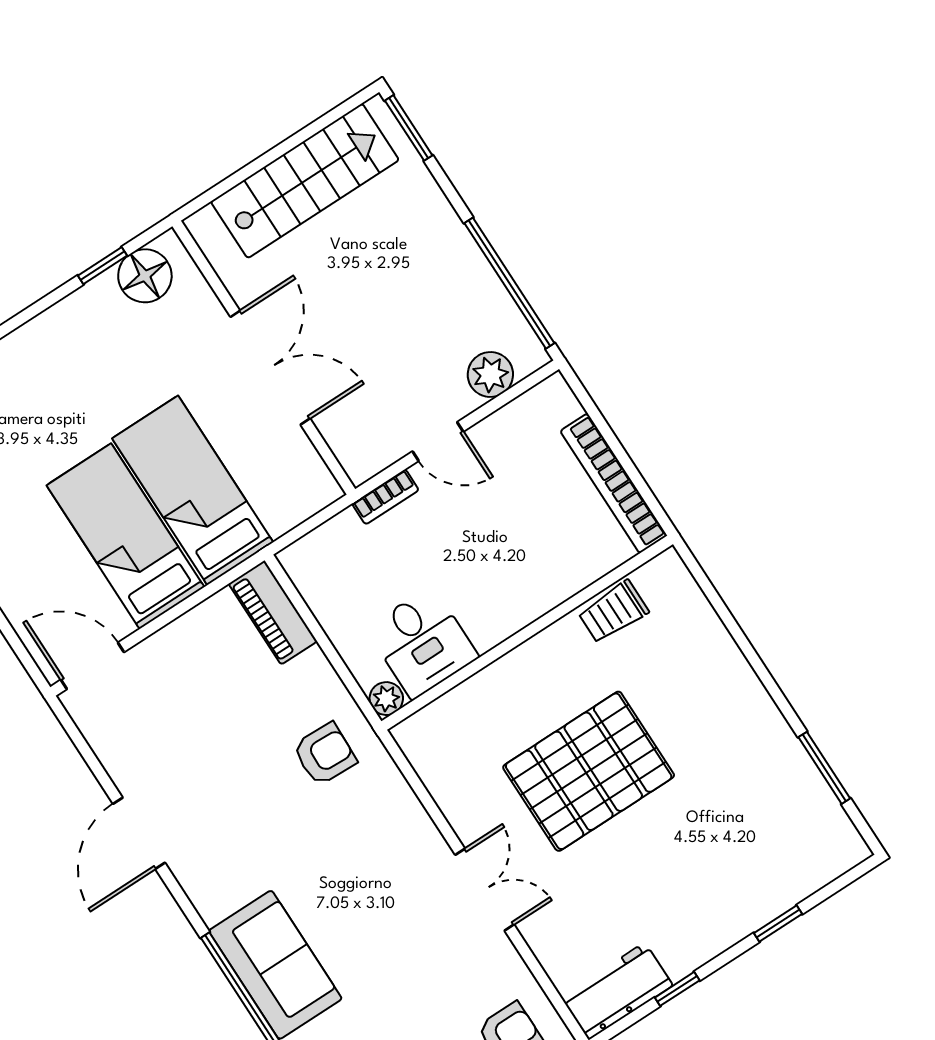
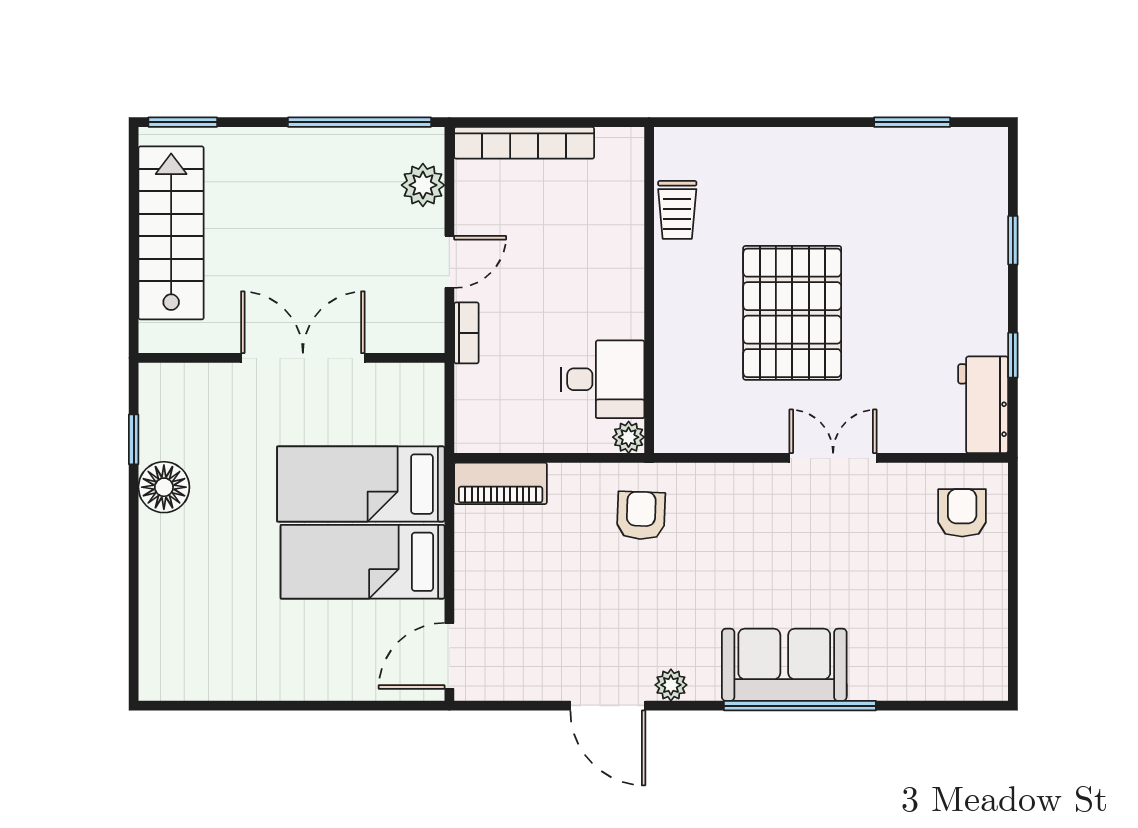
floor lamp: (145, 276) -> (164, 487), moved
bookcase: (614, 483) -> (524, 143), moved
plant: (193, 877) -> (671, 685), added

